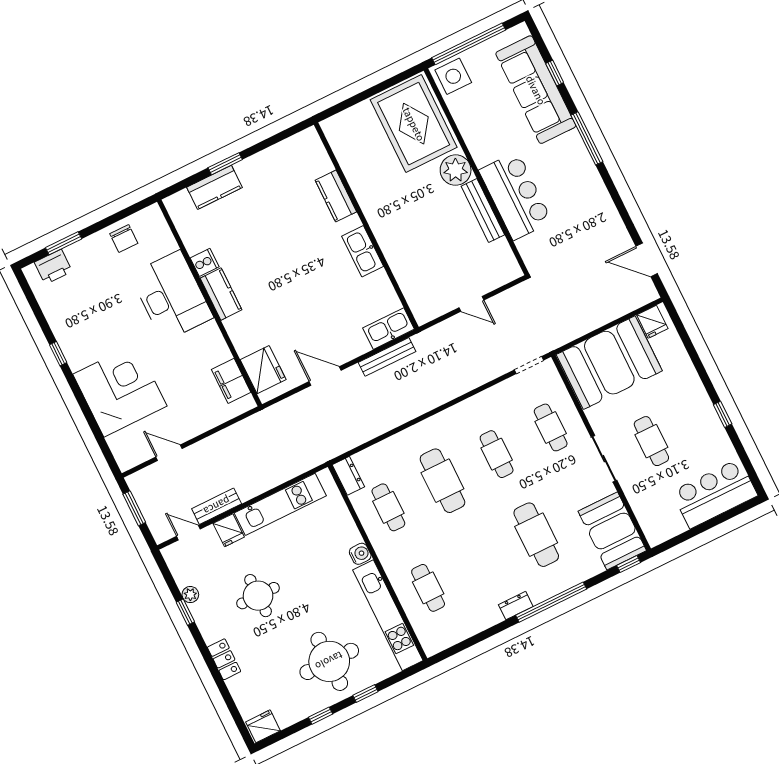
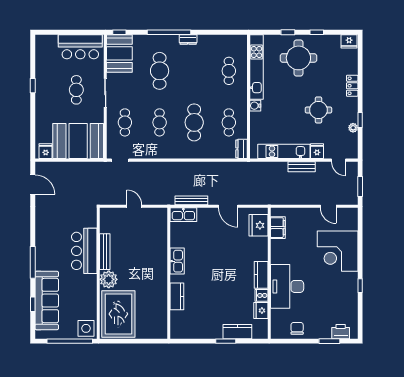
fridge: (194, 238) -> (261, 310), added
bar counter: (715, 494) -> (80, 47), moved
bench: (217, 506) -> (302, 167), moved

